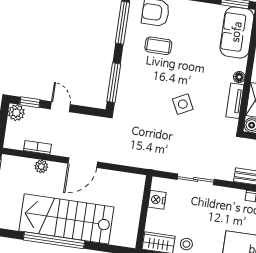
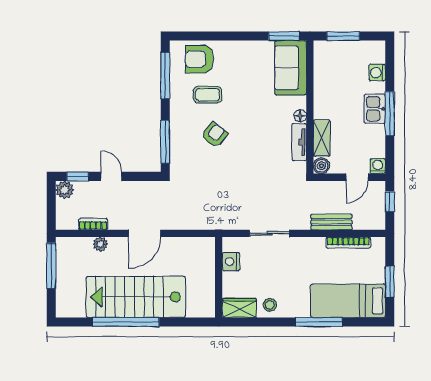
armchair: (159, 83) -> (214, 135), added
side table: (183, 104) -> (243, 154), removed

